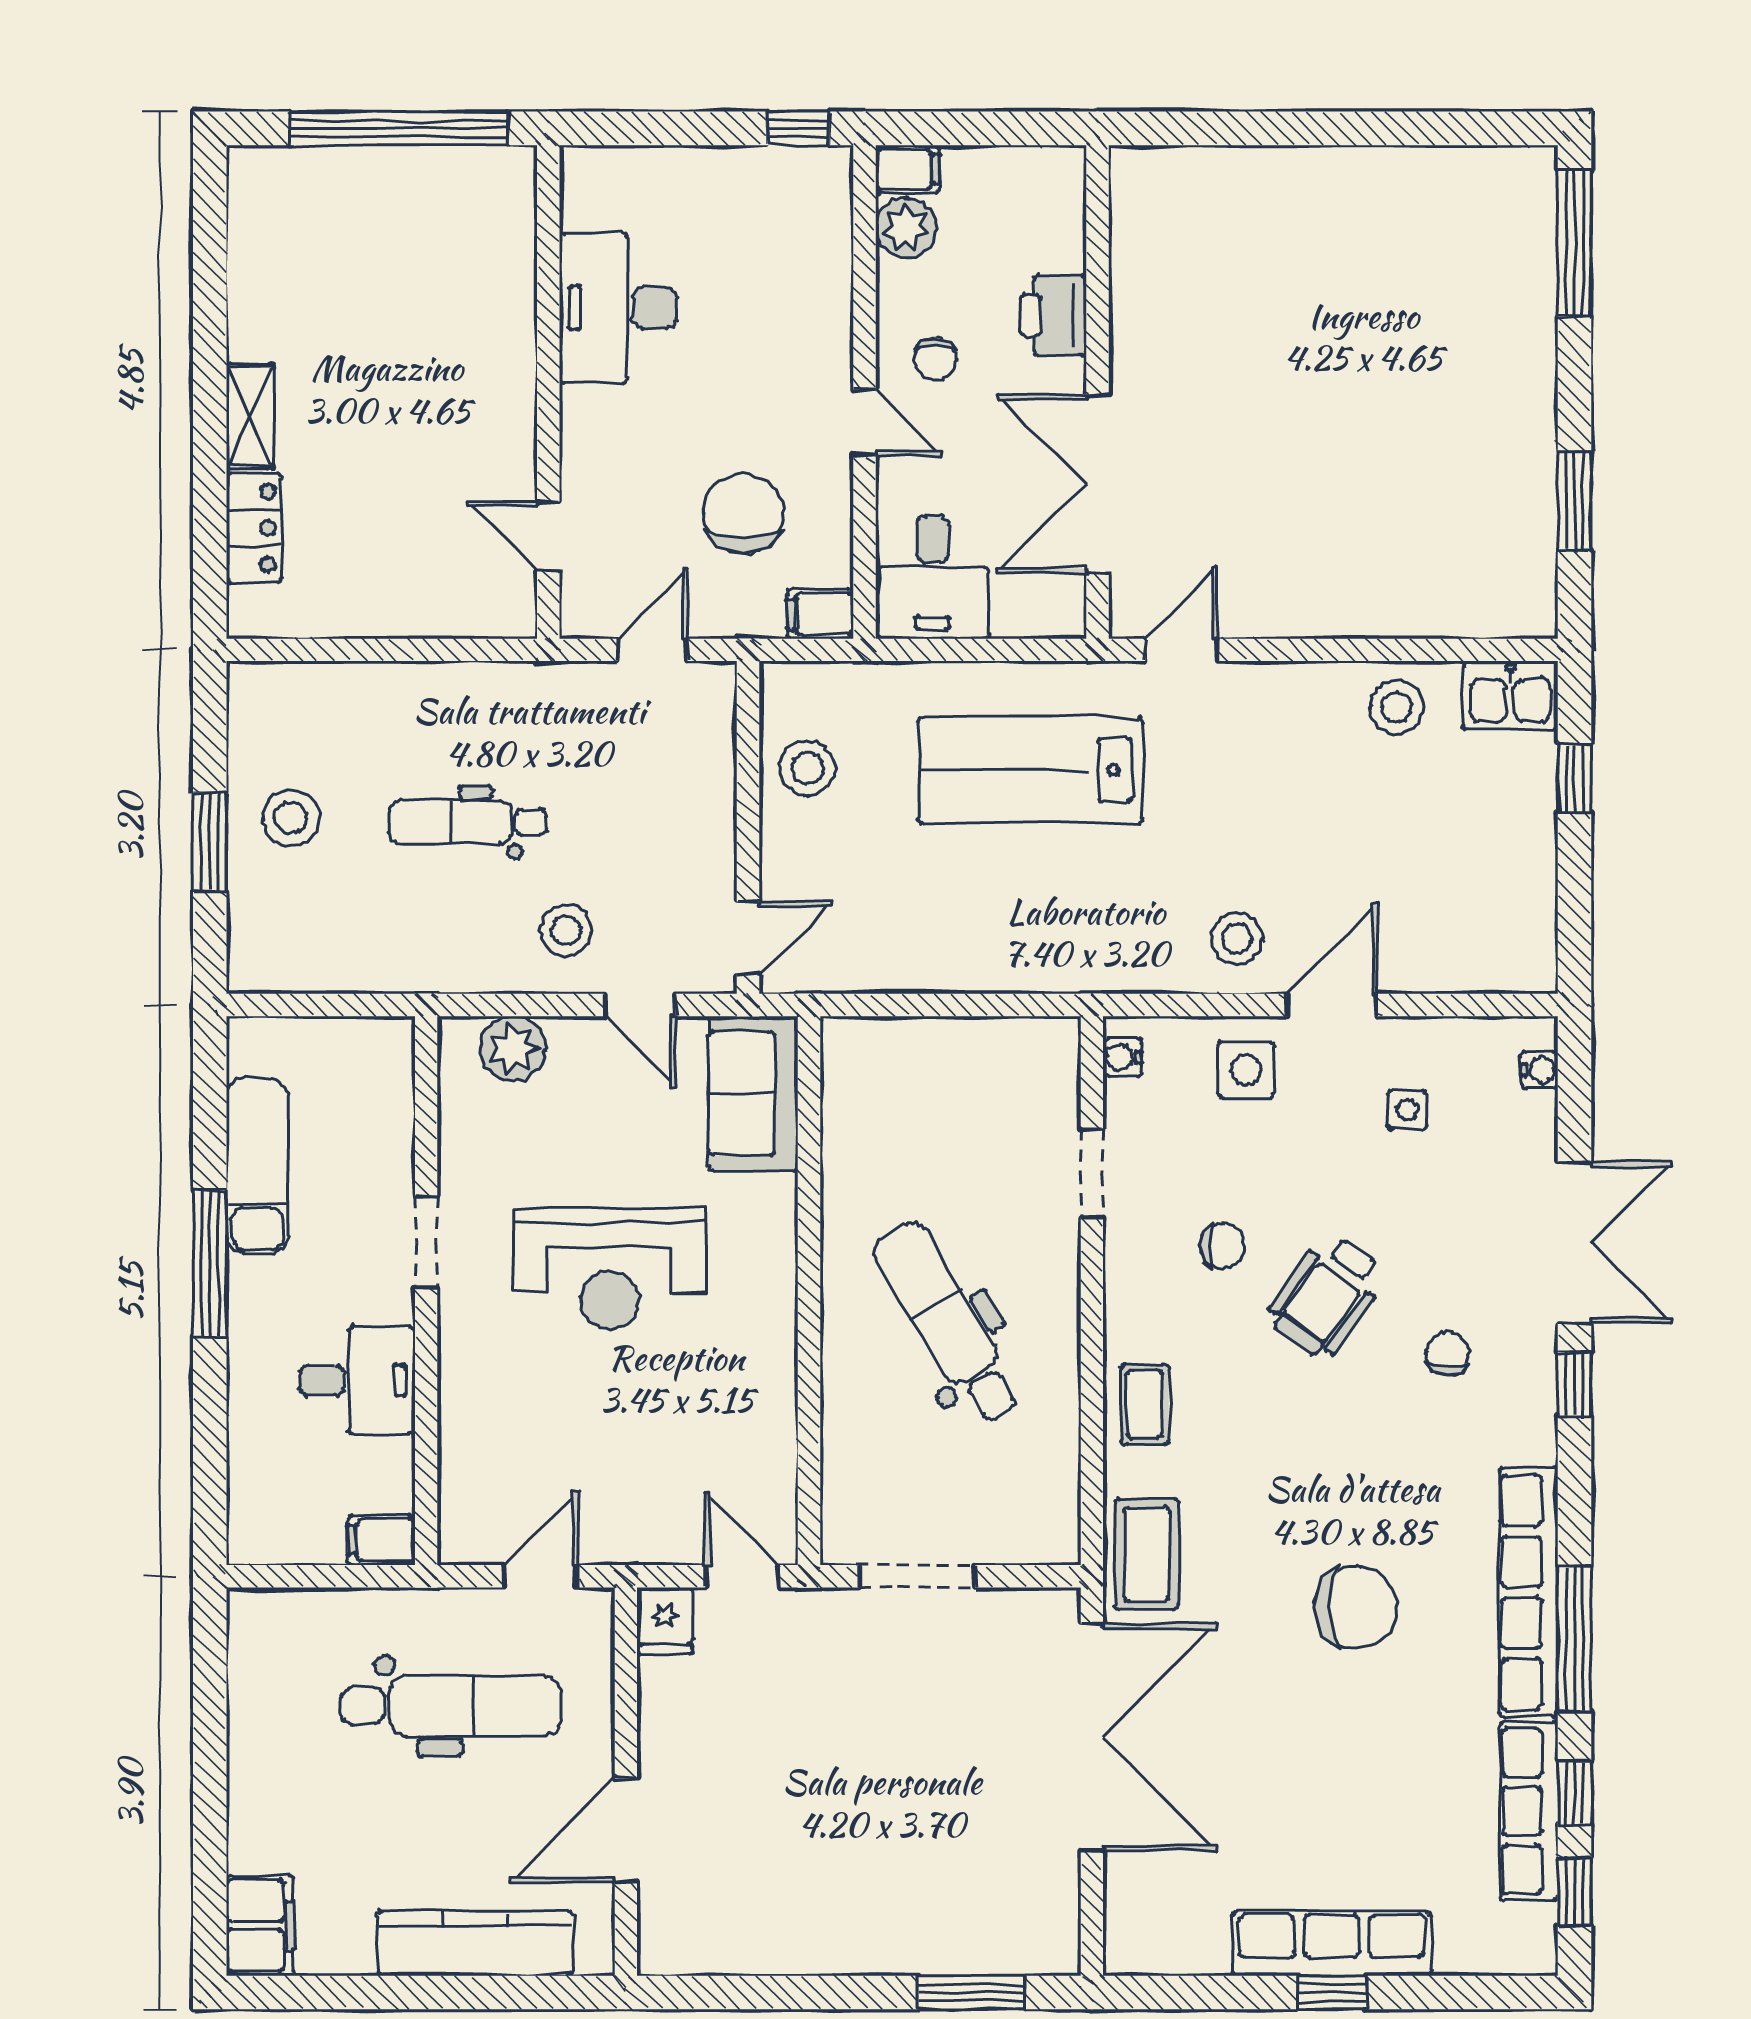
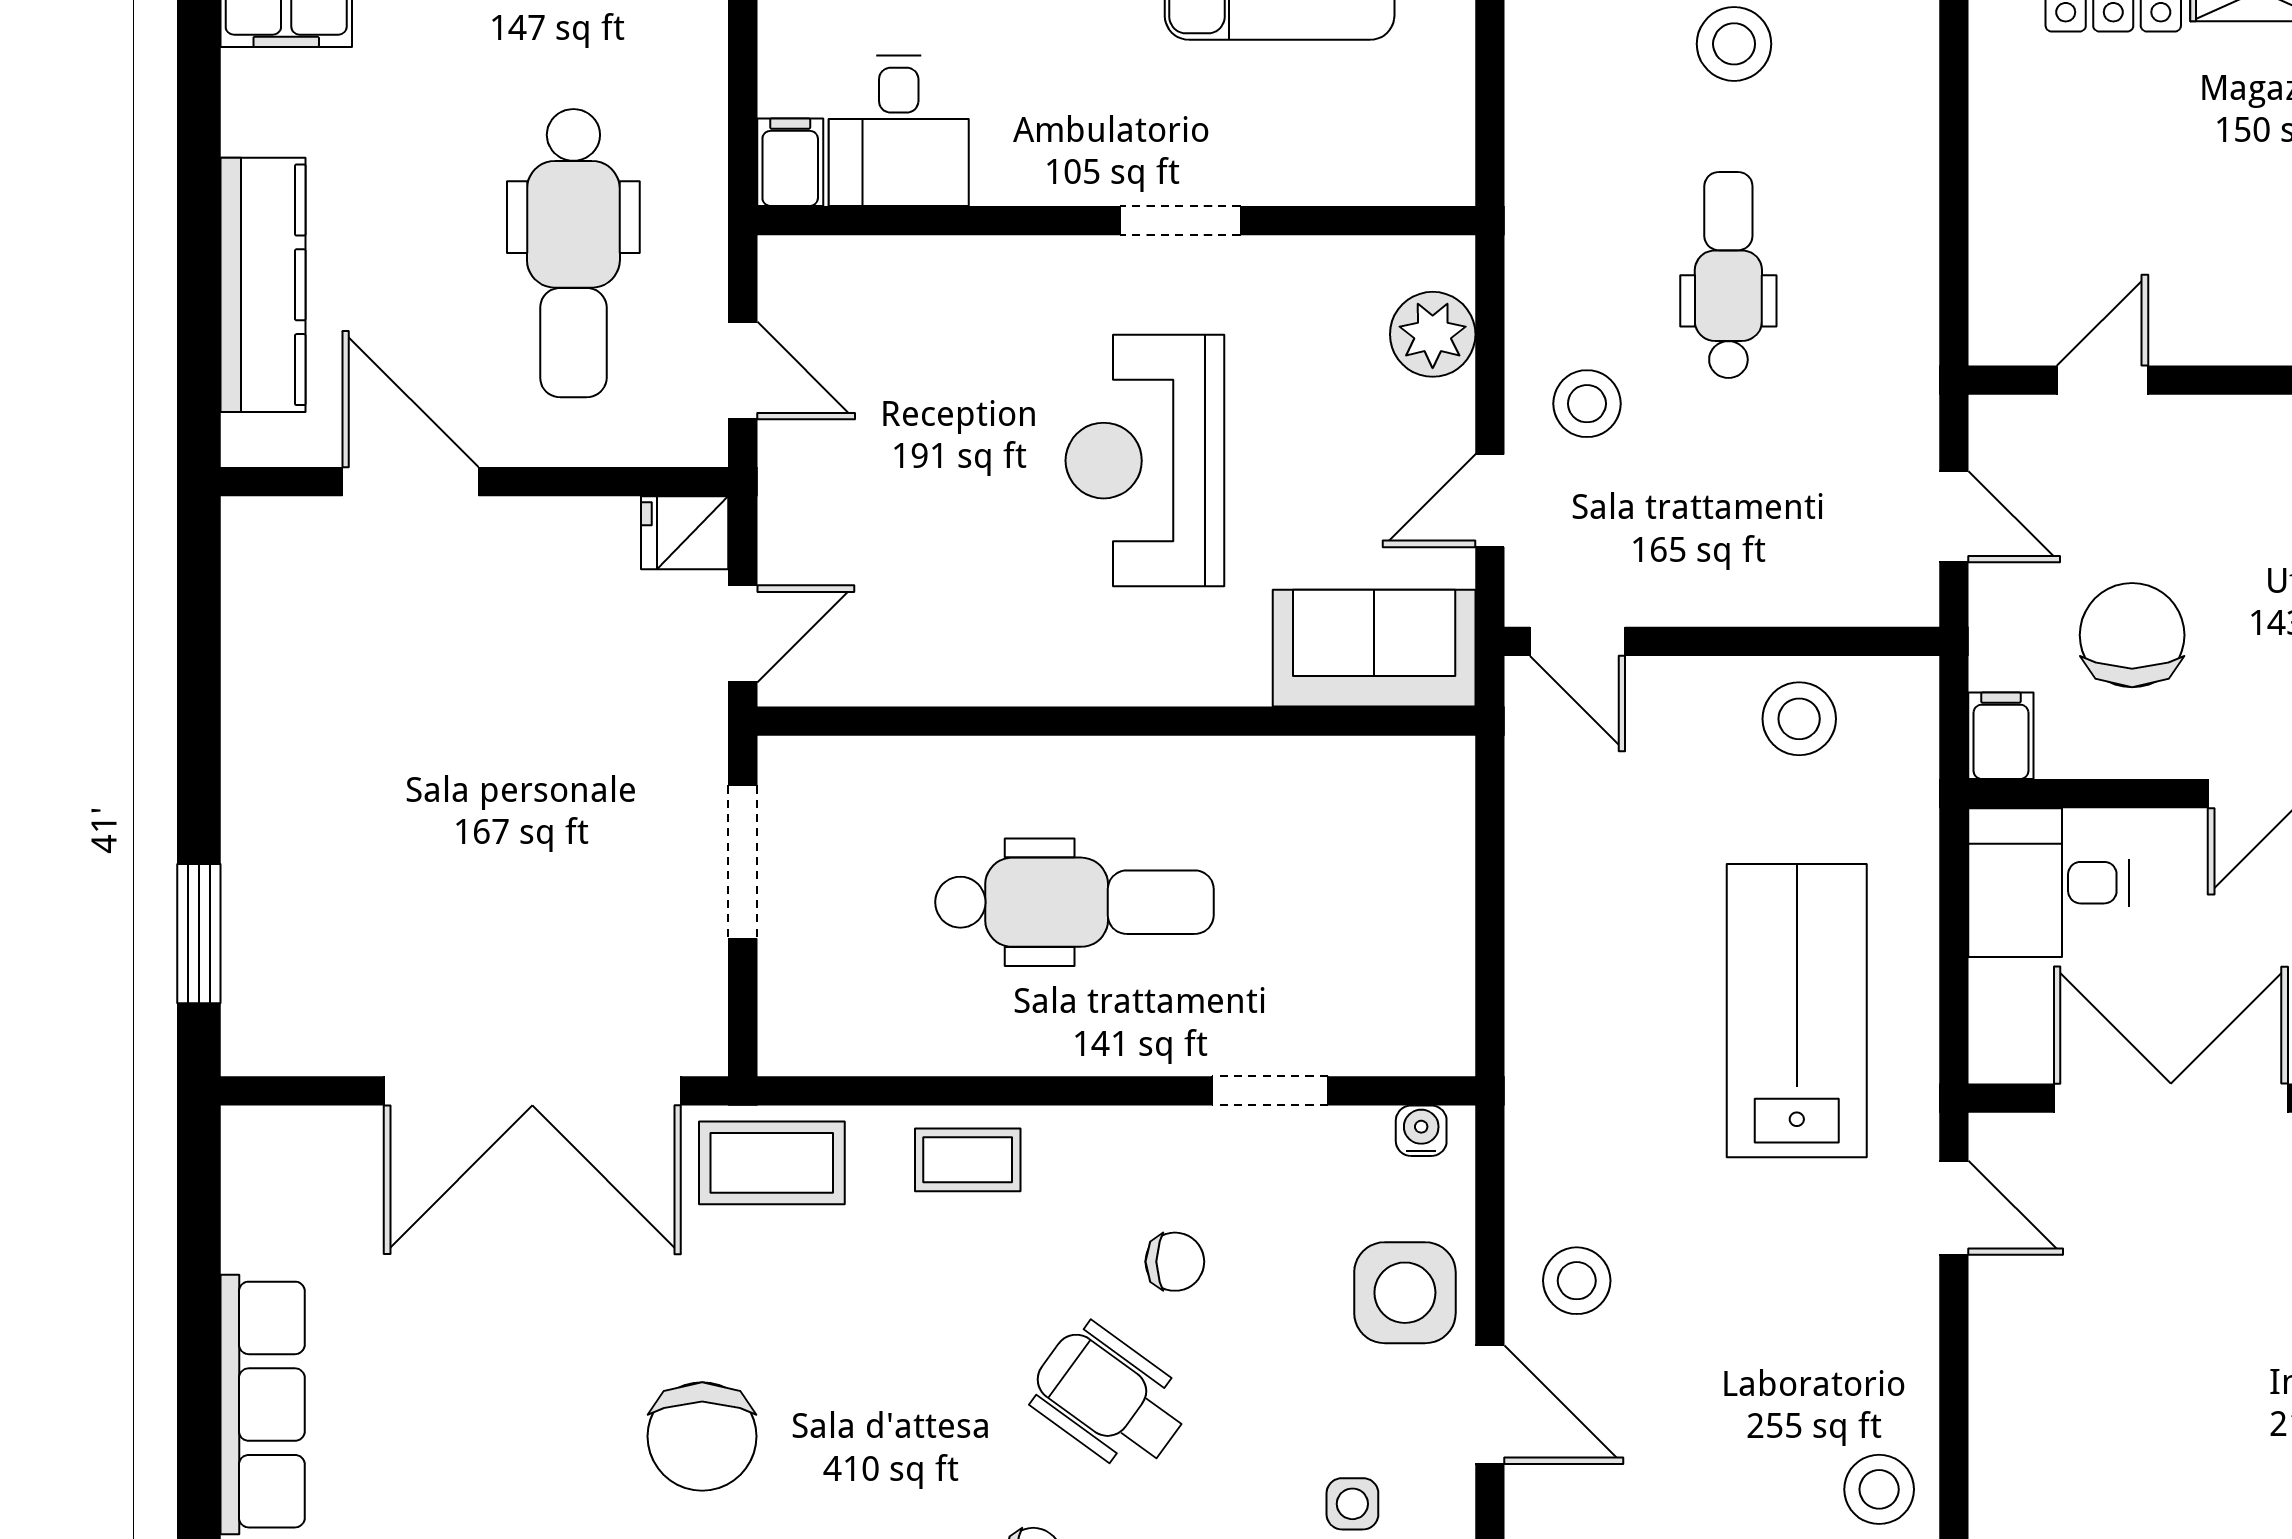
chair: (743, 514) -> (2132, 635), turned -90
side table: (1246, 1070) -> (1405, 1293), width x1.37, depth x1.37
chair: (1222, 1246) -> (1175, 1262), turned -90
dental chair: (947, 1323) -> (1074, 902), turned 31
desk: (357, 1380) -> (899, 131), moved
window: (1332, 1992) -> (199, 1405), removed

